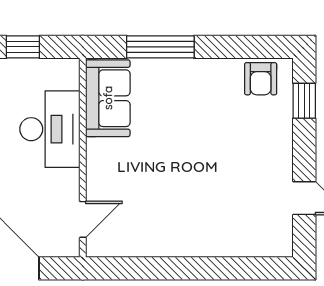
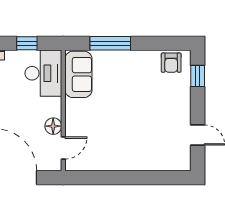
desk: (50, 129) -> (43, 73), moved
floor lamp: (66, 183) -> (53, 126), added

